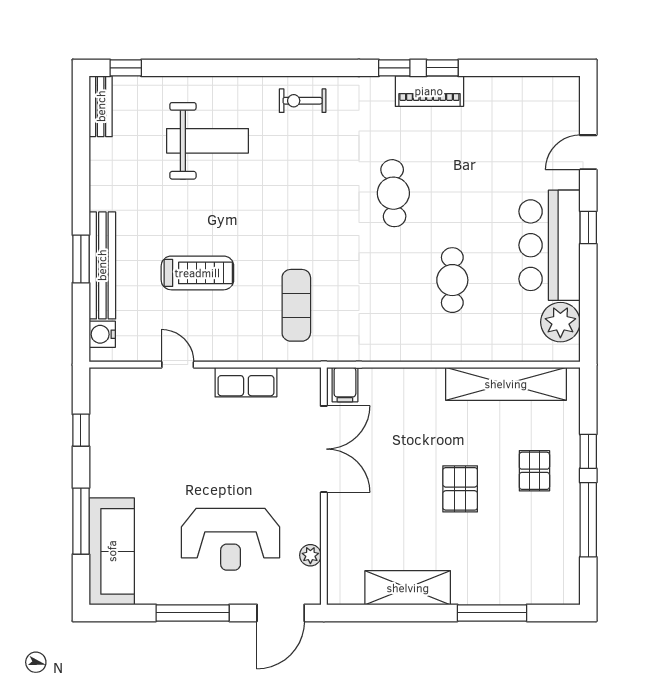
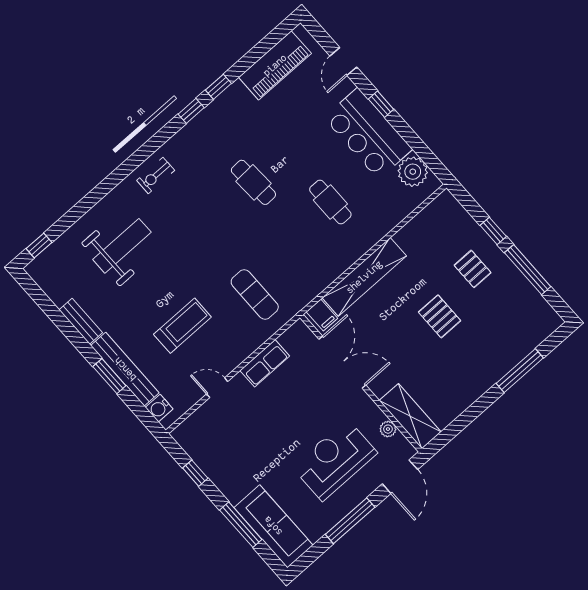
piano: (429, 91) -> (275, 65), moved, width x1.37, depth x1.33
bench: (101, 106) -> (81, 321), moved
shelving: (506, 384) -> (364, 277), moved
reception desk: (231, 539) -> (335, 460), turned 180
shelving: (408, 588) -> (410, 416), moved, turned 90

